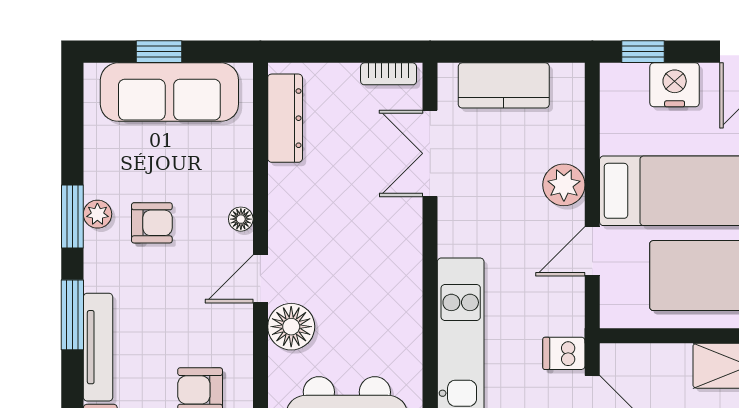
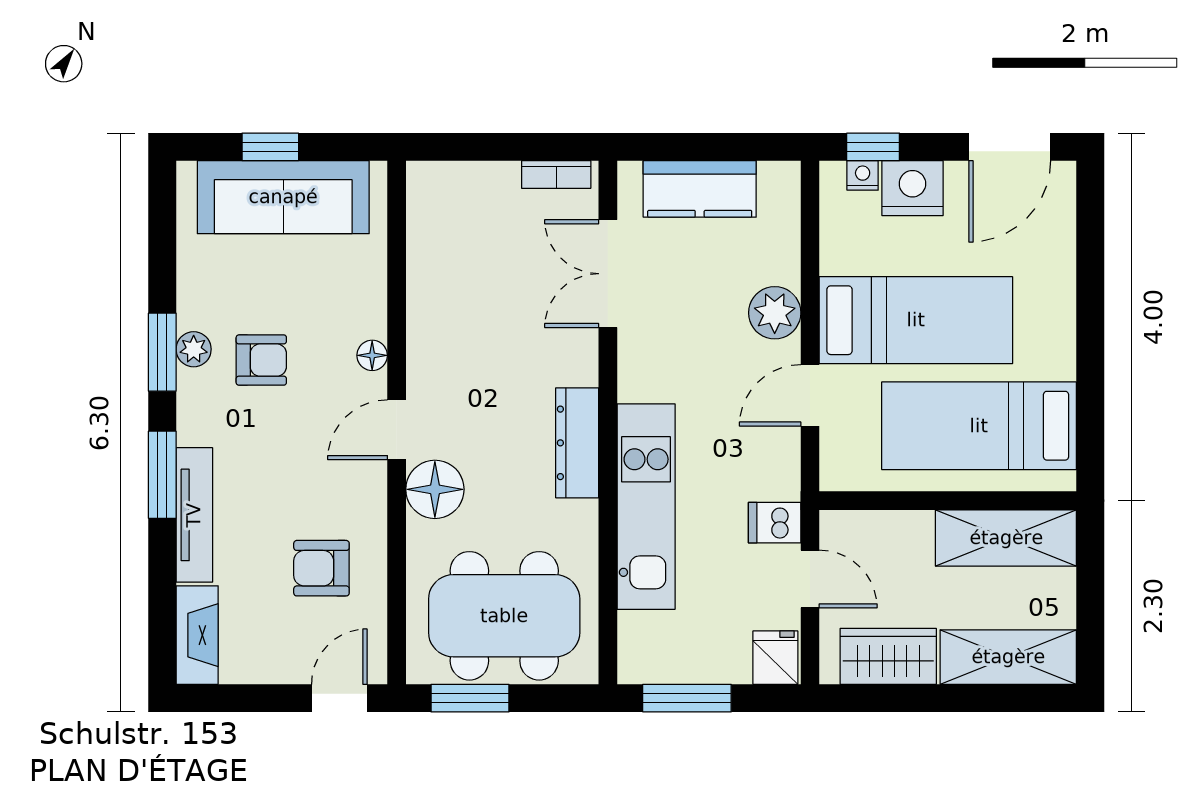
nightstand: (634, 75) -> (863, 175), added
dresser: (285, 118) -> (577, 443), moved, turned 180

